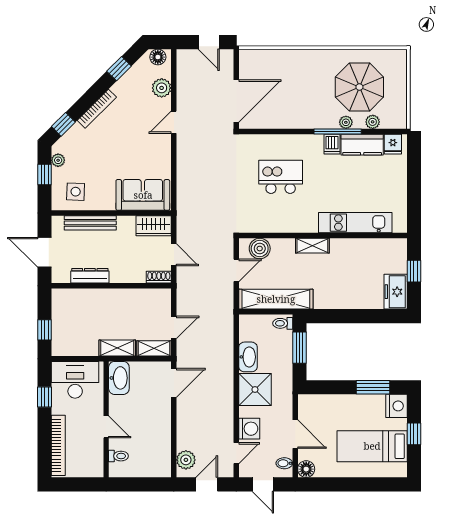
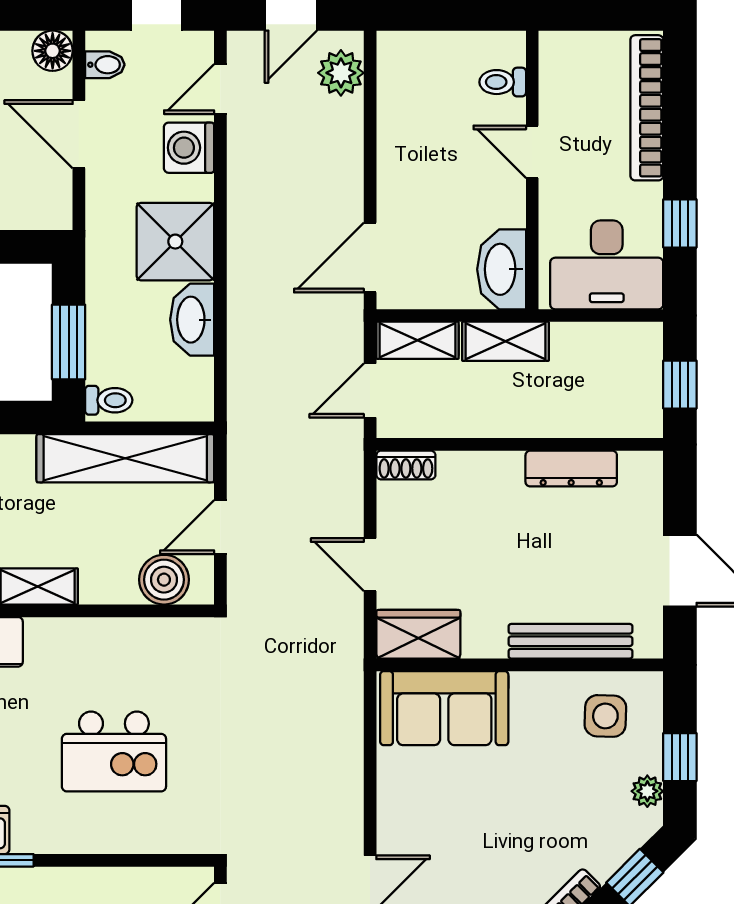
dresser: (90, 276) -> (571, 469), moved
shoe rack: (159, 277) -> (406, 465), moved
wall: (111, 286) -> (520, 444), moved

